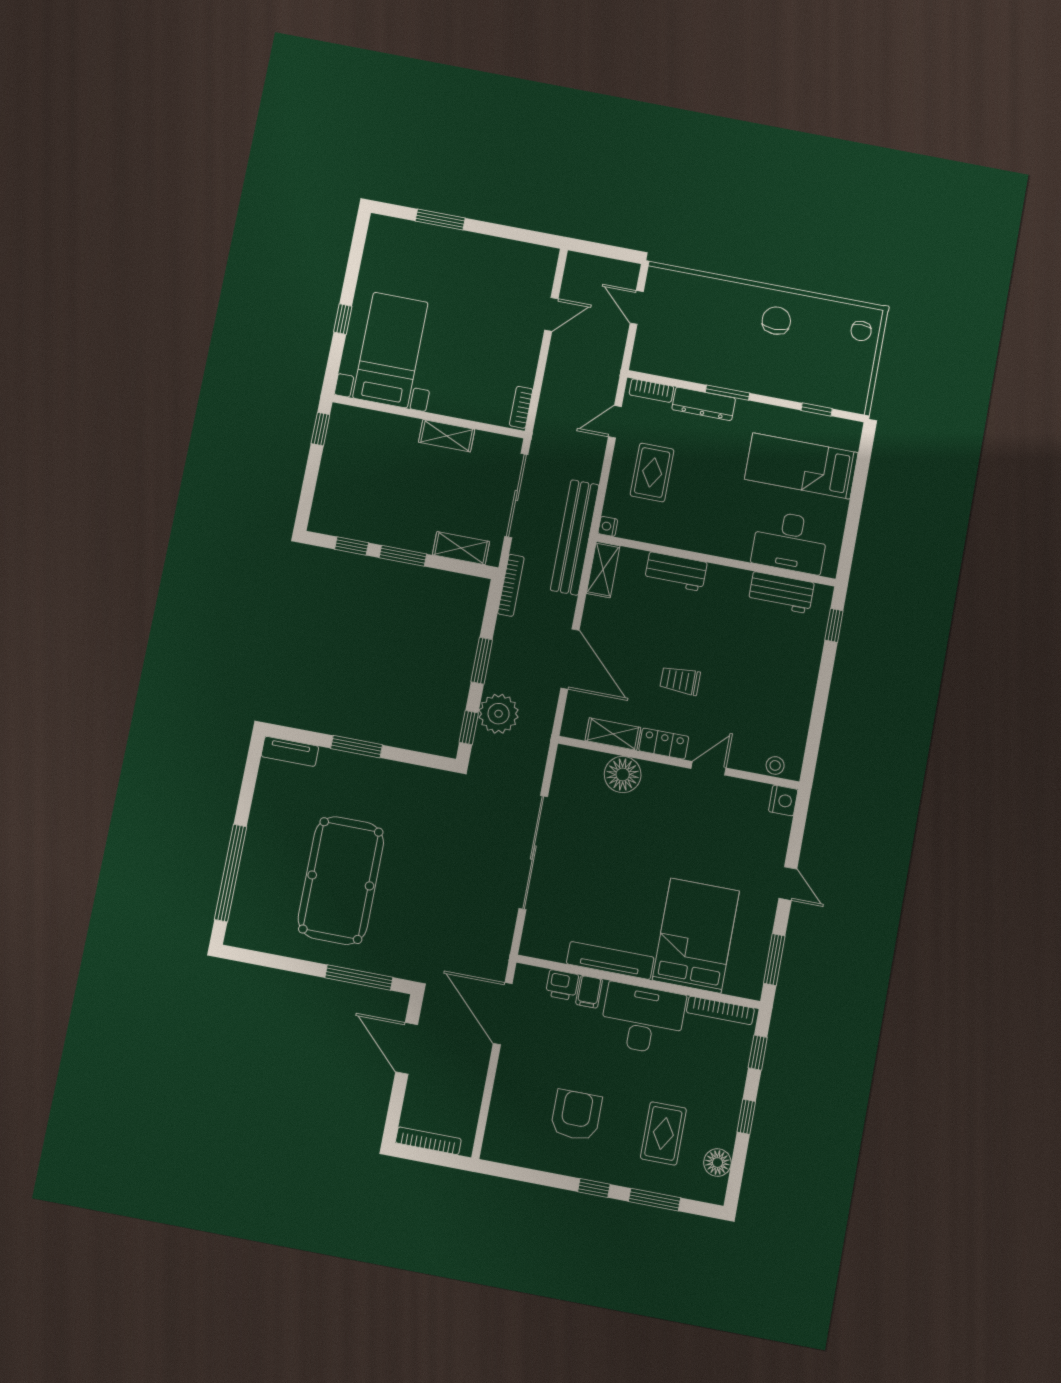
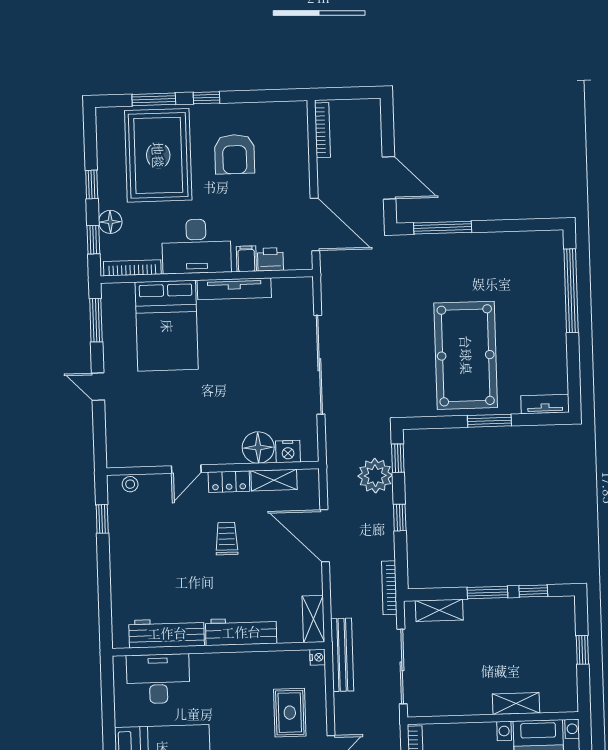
window: (320, 429) -> (582, 650), moved
shelving: (447, 436) -> (516, 704), moved
bench: (575, 537) -> (342, 655), width x0.73, depth x0.82
workbench: (676, 572) -> (241, 632), width x1.38
workbench: (781, 593) -> (167, 633), width x1.38
window: (834, 625) -> (102, 519), moved
window: (482, 661) -> (400, 518), width x0.67
trolley: (680, 681) -> (227, 539), turned -90
nightstand: (783, 801) -> (288, 452), moved, turned -90
pool table: (341, 880) -> (466, 355), moved
rug: (663, 1133) -> (158, 155), width x1.86, depth x2.06
bookcase: (428, 1141) -> (322, 130), moved, turned -90
floor lamp: (717, 1162) -> (110, 222), moved

